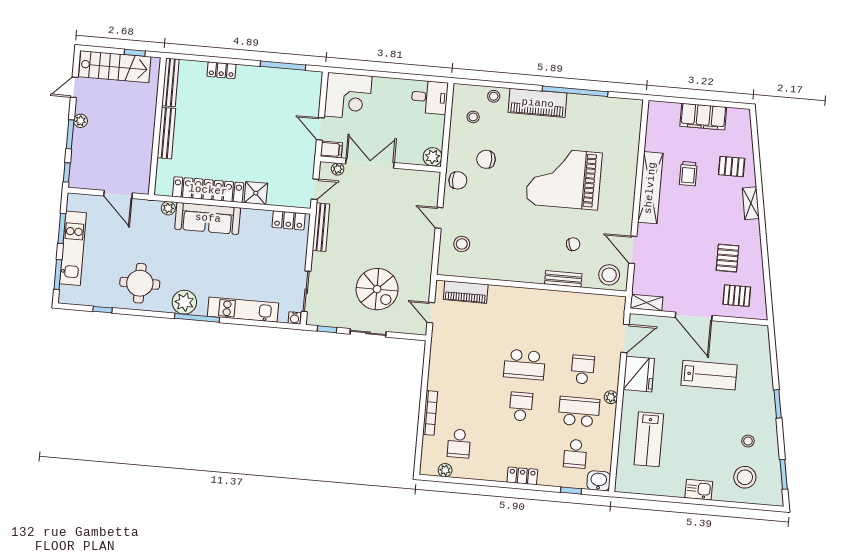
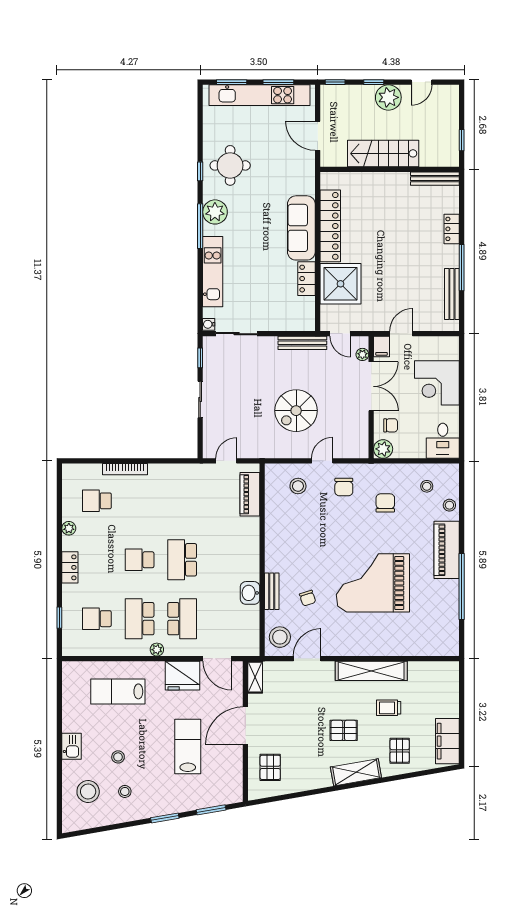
window: (283, 66) -> (462, 268), moved
stairs: (115, 67) -> (383, 153), moved, turned 90
door: (74, 87) -> (421, 82), swing flipped
corner desk: (348, 96) -> (437, 383), moved
filing cabinet: (703, 117) -> (447, 741), moved
plant: (81, 121) -> (388, 97), width x1.88, depth x1.88
bench: (166, 133) -> (452, 294), moved, turned 90
window: (70, 134) -> (374, 82), width x0.67
chair: (410, 147) -> (391, 425), added
grand piano: (564, 178) -> (373, 583), turned -90
chair: (458, 180) -> (344, 487), moved
shower: (256, 193) -> (341, 284), width x1.86, depth x1.86
door: (118, 194) -> (318, 136), hinge flipped
shelving: (751, 203) -> (356, 772), width x1.50, depth x1.33
plant: (168, 208) -> (308, 187), removed
locker: (289, 220) -> (306, 279), moved
kitchen unit: (73, 248) -> (259, 95), width x1.36
pallet: (727, 258) -> (344, 730), moved
spiral stairs: (377, 289) -> (296, 411), moved
window: (102, 310) -> (200, 171), moved
school desk: (583, 370) -> (182, 619), width x1.85
lab bench: (709, 375) -> (188, 746), turned 180
school desk: (521, 407) -> (140, 560), turned 180
school desk: (579, 412) -> (140, 619), turned 180
stool: (713, 445) -> (118, 757), added
plant: (445, 470) -> (69, 528), moved
window: (784, 474) -> (211, 810), moved
washbasin: (599, 481) -> (250, 593), moved, turned 180

